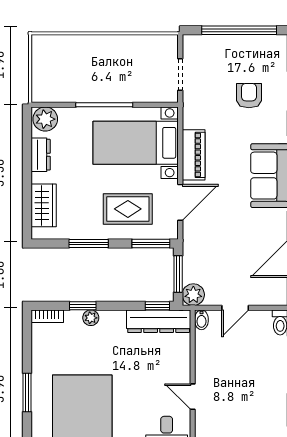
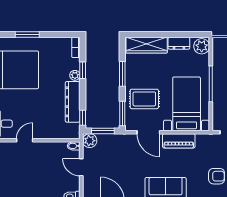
wardrobe: (44, 205) -> (147, 45), width x1.50
rug: (128, 209) -> (144, 99), turned 90
dresser: (159, 321) -> (73, 102), moved

